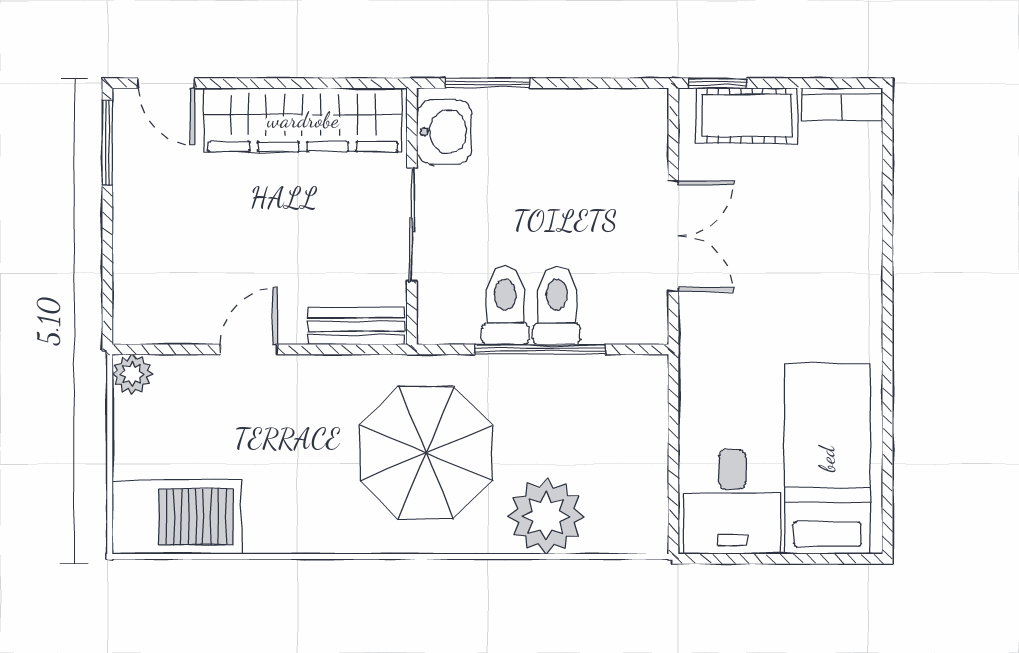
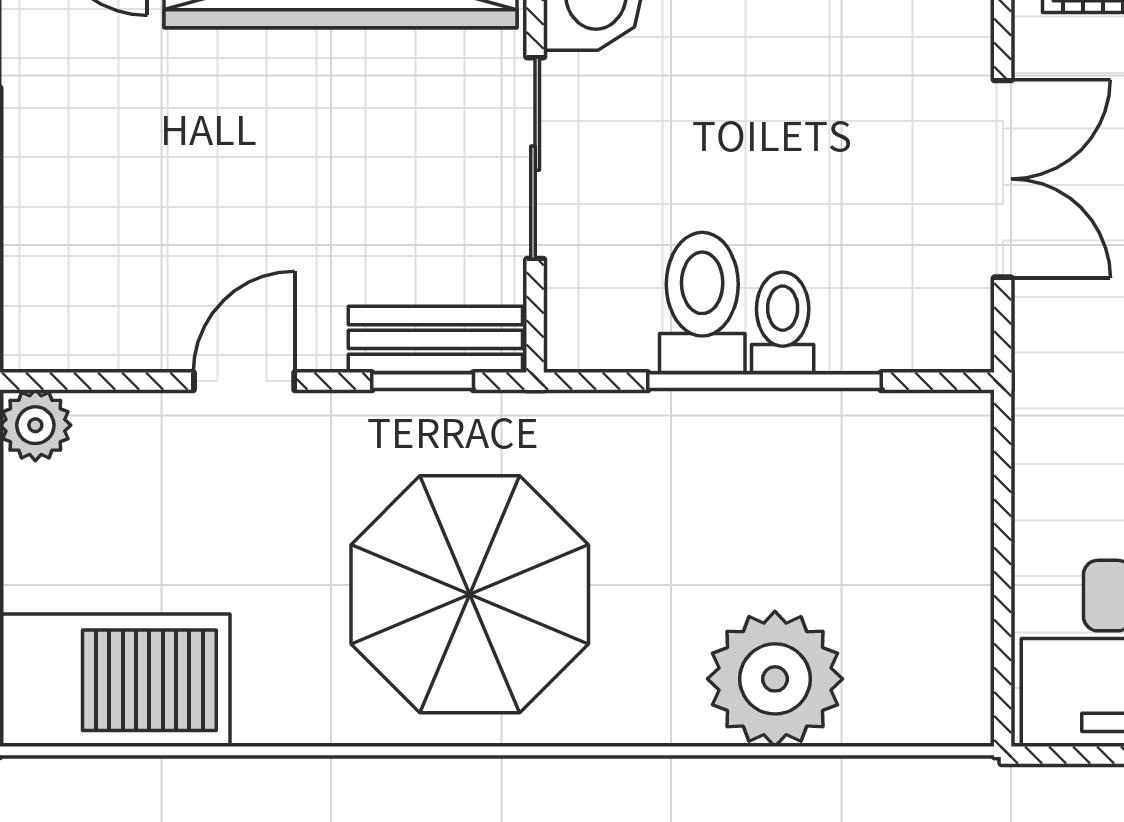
toilet: (557, 306) -> (783, 322), width x0.73, depth x0.72
window: (349, 349) -> (423, 381), added
parasol: (426, 453) -> (470, 594), moved

